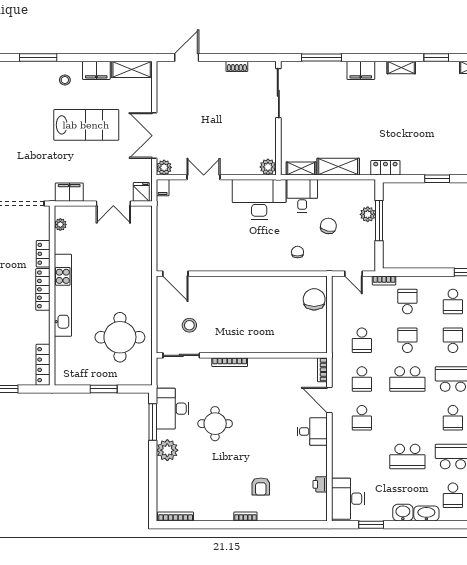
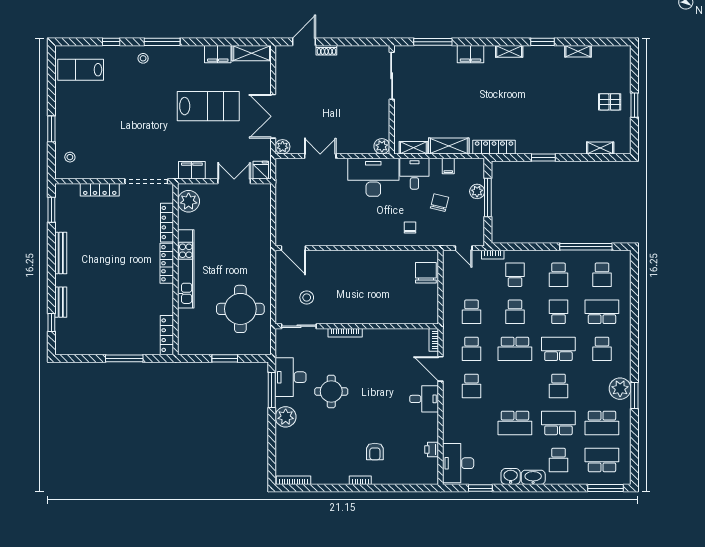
shoe rack: (237, 66) -> (326, 50), moved
stool: (65, 80) -> (143, 58), moved
locker: (385, 168) -> (494, 147), width x1.53
filing cabinet: (163, 188) -> (448, 166), moved
double door: (113, 204) -> (234, 181), swing flipped
plant: (60, 225) -> (189, 201), width x1.88, depth x1.88
locker: (43, 254) -> (167, 223), width x1.53
school desk: (407, 340) -> (515, 312), turned 180

